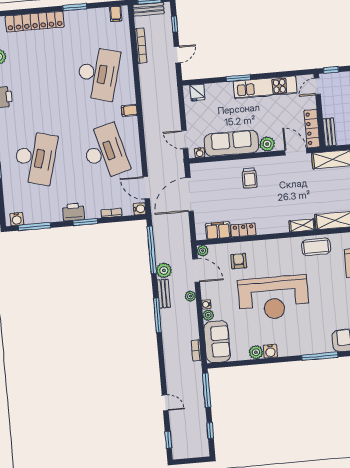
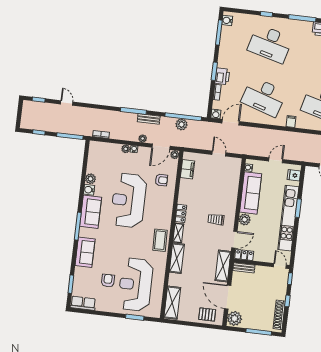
kitchen unit: (265, 87) -> (288, 218), width x1.36
locker: (312, 129) -> (244, 255), width x0.66
door: (185, 139) -> (276, 160), moved
desk: (105, 152) -> (264, 97), turned 33
trolley: (250, 178) -> (216, 219), moved
door: (190, 194) -> (219, 154), width x0.53
printer: (73, 212) -> (222, 76), moved
locker: (243, 230) -> (181, 213), moved
plant: (164, 270) -> (181, 124), moved
sofa: (217, 342) -> (91, 212), moved, turned -90
door: (165, 403) -> (67, 103), swing flipped

